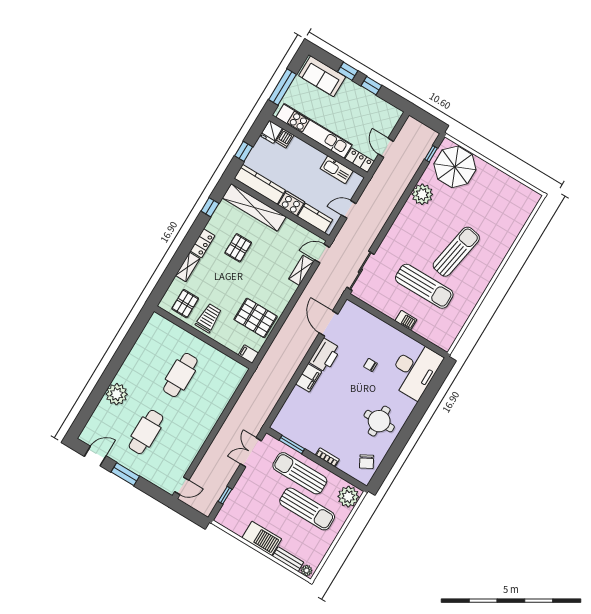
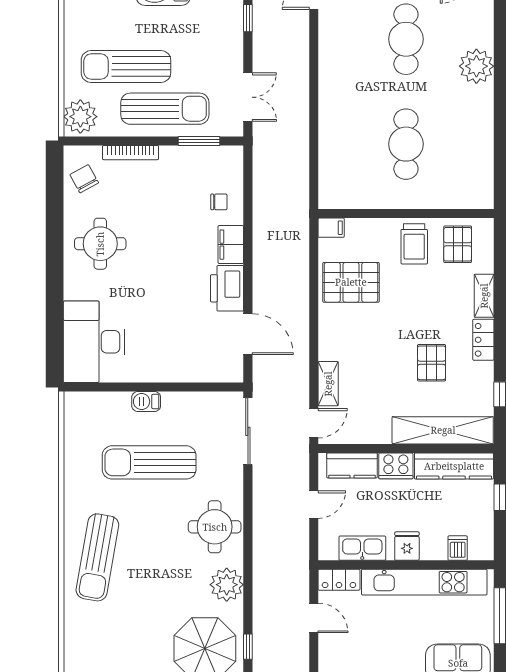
fridge: (271, 132) -> (407, 546), moved
round table: (410, 230) -> (215, 527), added
sun lounger: (456, 252) -> (97, 557), moved
chair: (370, 365) -> (219, 202), moved
bookcase: (327, 457) -> (131, 153), width x1.56

